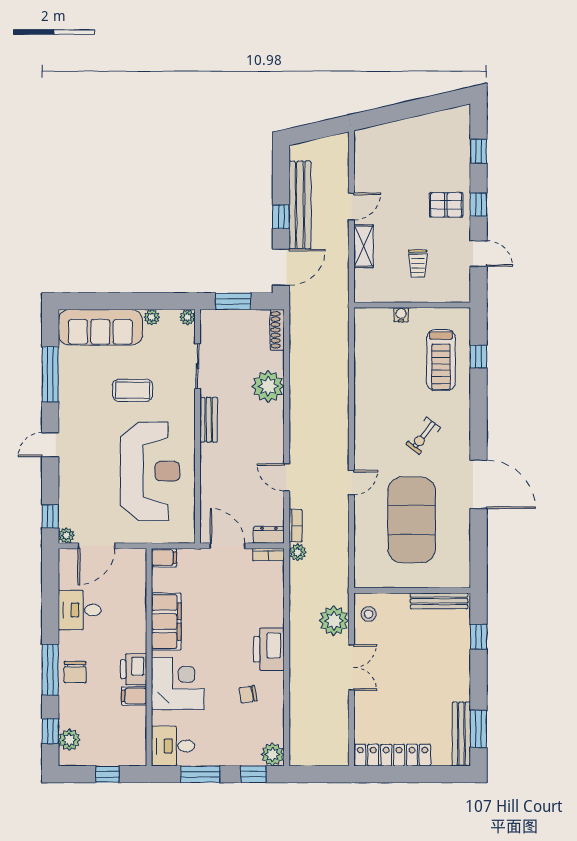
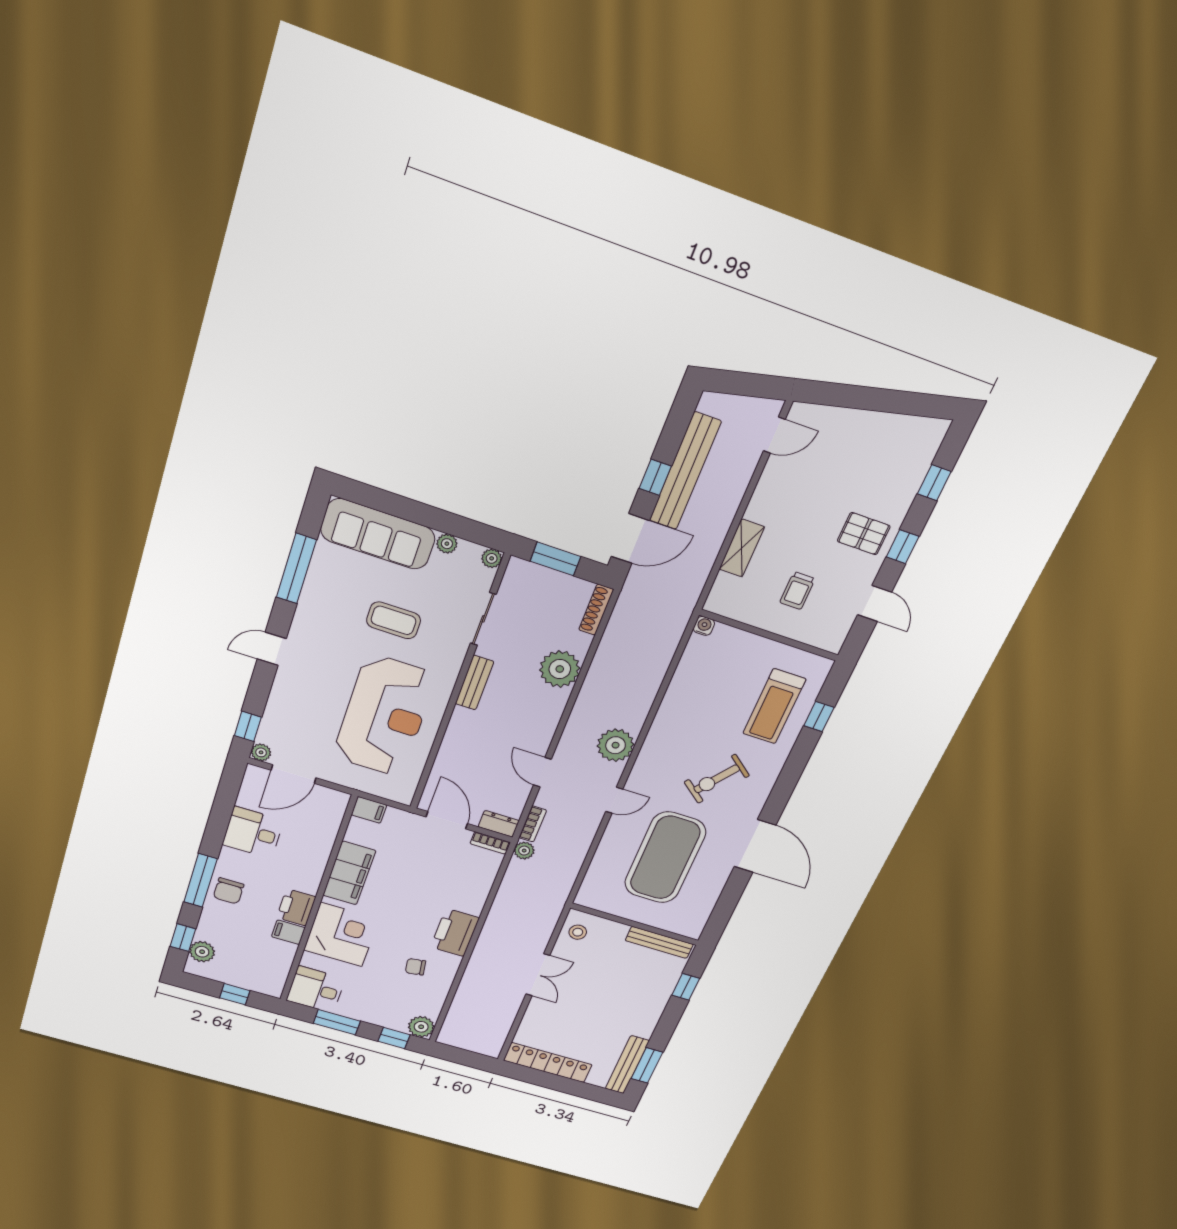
door: (351, 206) -> (774, 435), moved
water cooler: (401, 315) -> (704, 626), moved
exercise bike: (423, 436) -> (717, 779), width x1.38, depth x1.39
plant: (334, 621) -> (616, 745), moved

